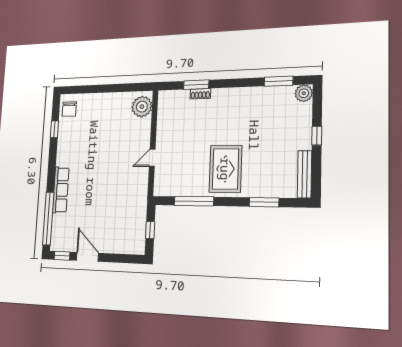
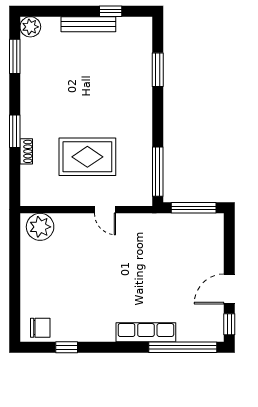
window: (196, 85) -> (15, 131), moved
window: (317, 136) -> (111, 11), moved
rug: (225, 169) -> (87, 157), moved
bench: (305, 174) -> (88, 24), moved
window: (194, 201) -> (158, 172), moved
window: (150, 230) -> (194, 208), width x2.17

